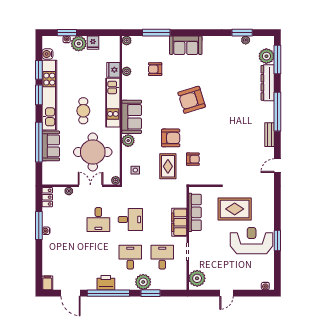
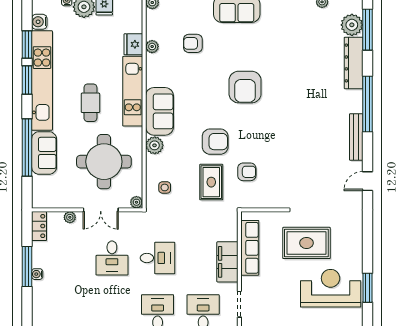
armchair: (192, 100) -> (245, 87), turned -73
bench: (270, 135) -> (356, 137), width x1.36
double door: (90, 186) -> (101, 210), swing flipped

